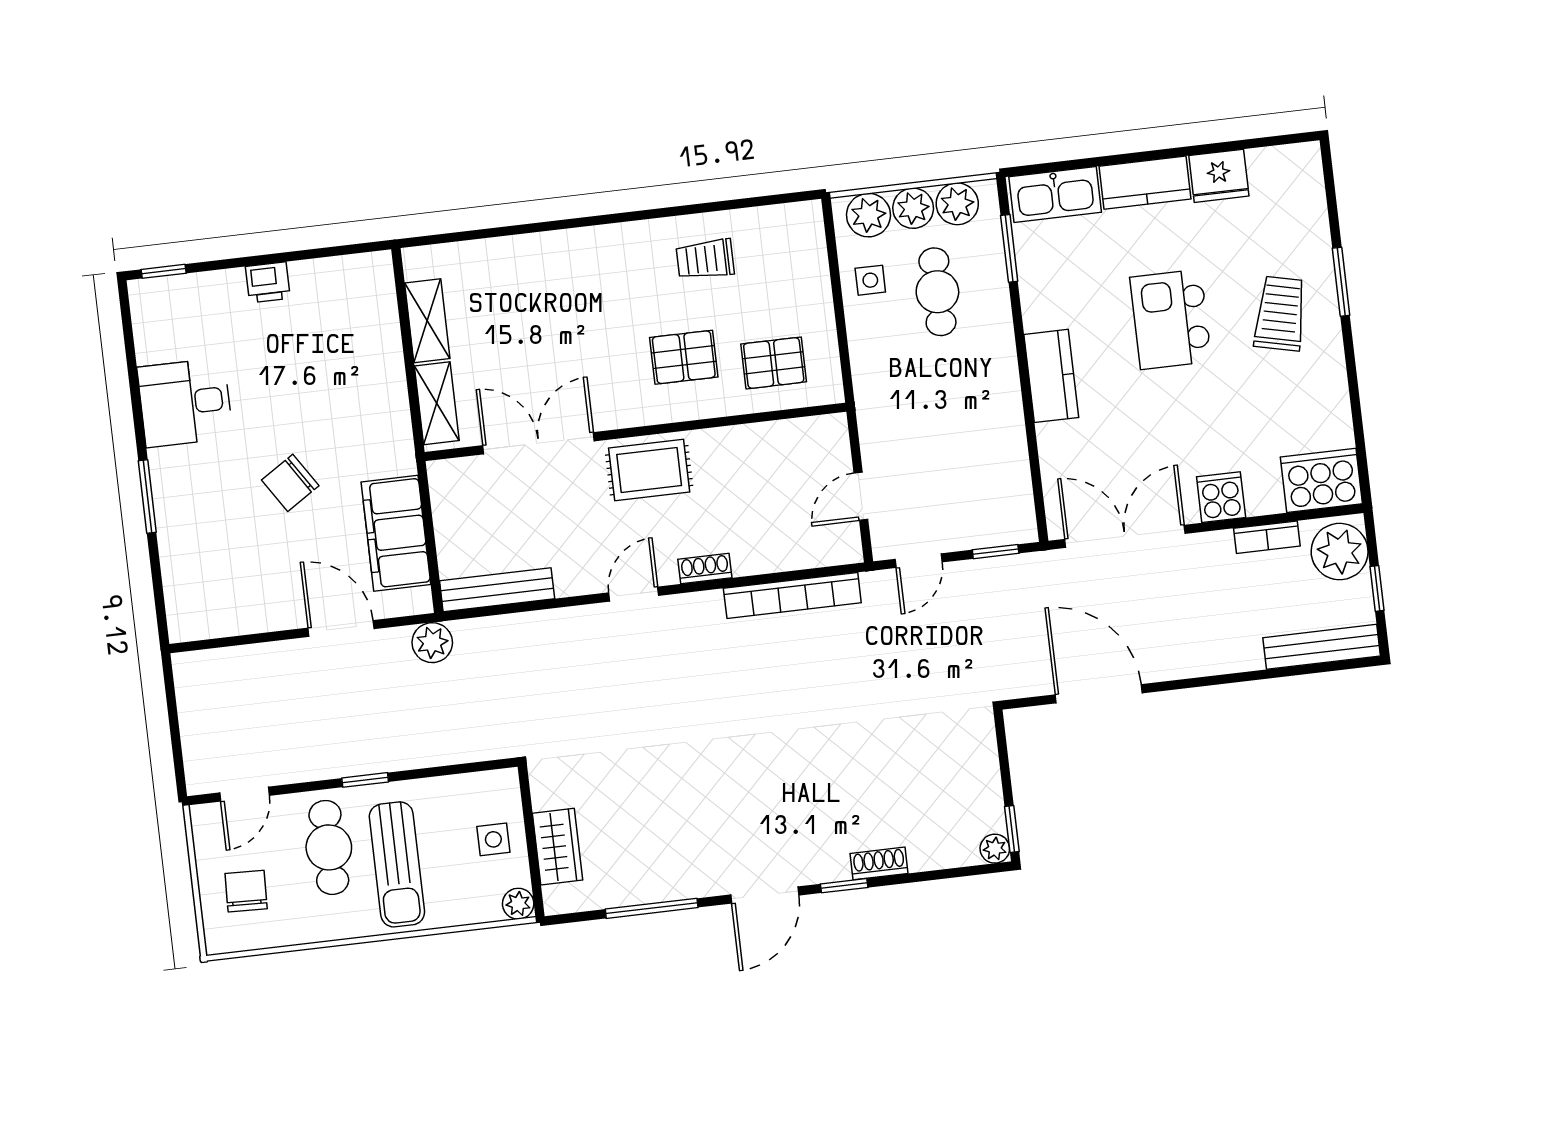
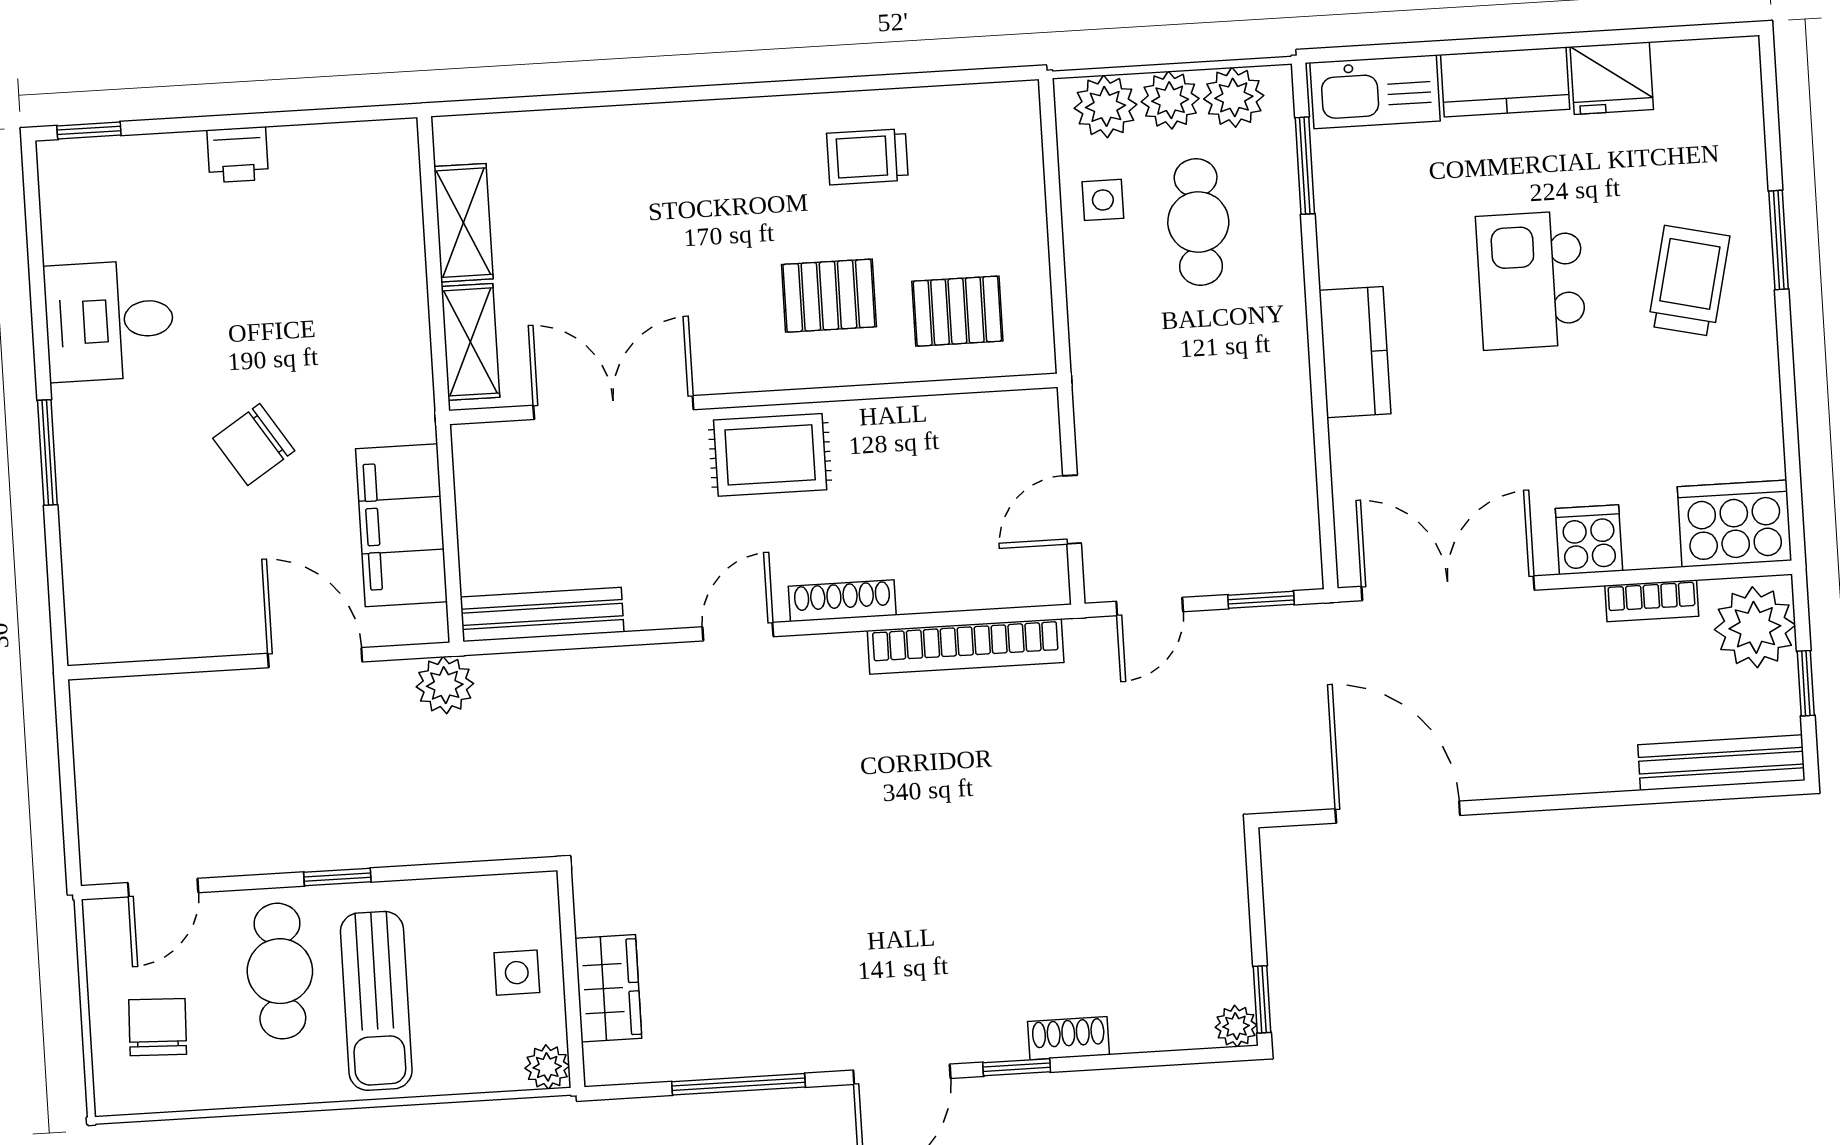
shoe rack: (705, 569) -> (842, 601), width x1.43

